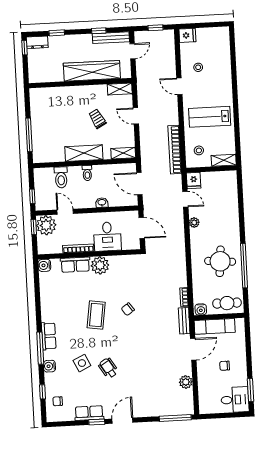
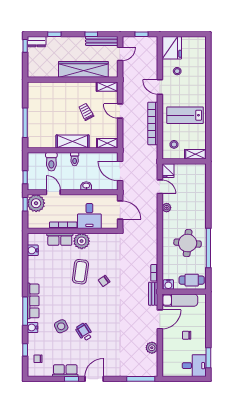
fridge: (187, 35) -> (172, 48), width x1.88, depth x1.34
bookcase: (175, 150) -> (153, 123), moved
water cooler: (44, 265) -> (33, 250), moved
coffee table: (96, 315) -> (80, 272), moved
row of seats: (49, 336) -> (33, 301), width x1.48

